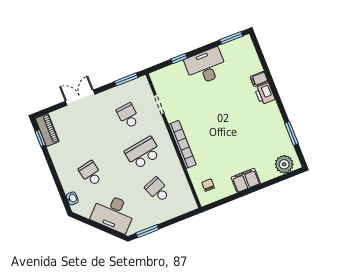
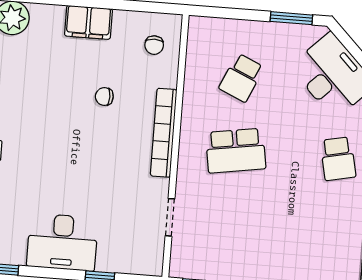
school desk: (128, 116) -> (230, 224), removed
chair: (220, 148) -> (104, 97), added
school desk: (158, 190) -> (241, 78), turned 45

